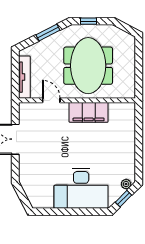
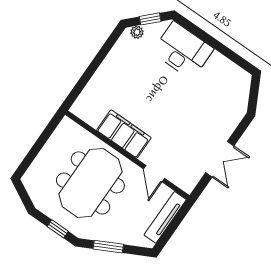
desk: (81, 188) -> (183, 50), width x0.73, depth x0.77

